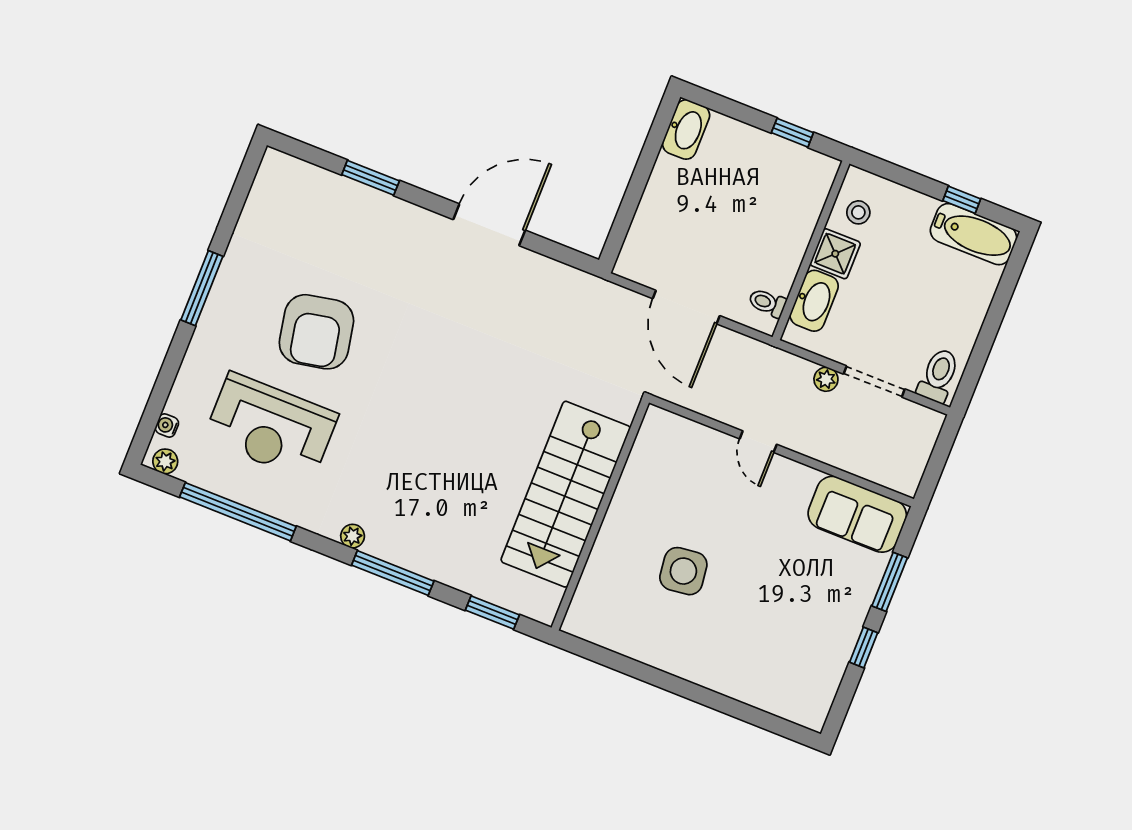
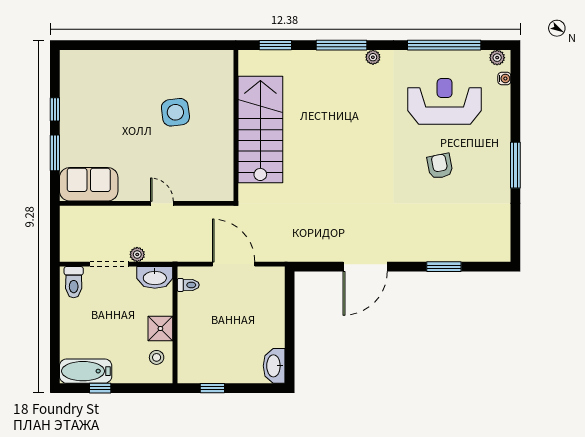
washbasin: (814, 301) -> (155, 277), moved, turned -90
armchair: (316, 332) -> (440, 166), width x0.53, depth x0.53

